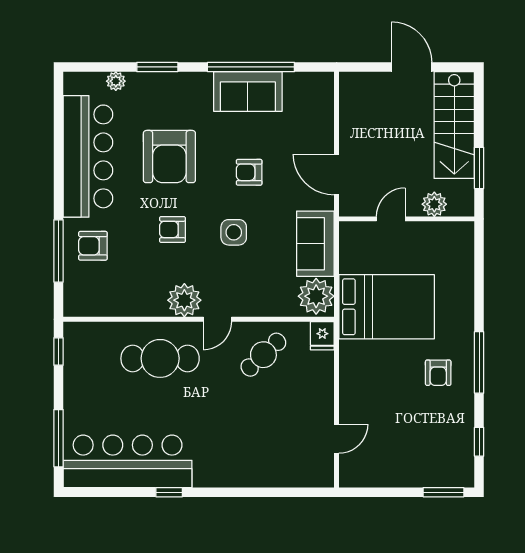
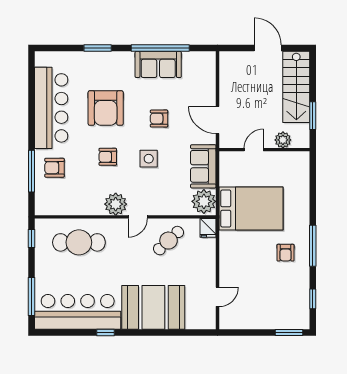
plant: (116, 81) -> (70, 58), removed
cafe table: (160, 358) -> (79, 242), moved
booth: (241, 455) -> (153, 307), added

